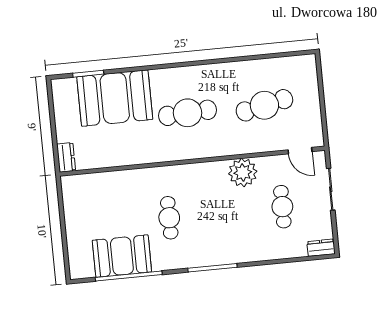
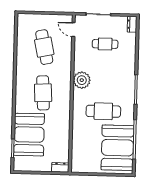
door: (300, 151) -> (73, 30), swing flipped
plant: (243, 173) -> (82, 80), moved
cafe table: (169, 218) -> (103, 111), width x1.37, depth x1.35
booth: (122, 256) -> (118, 148), width x1.36, depth x1.42

